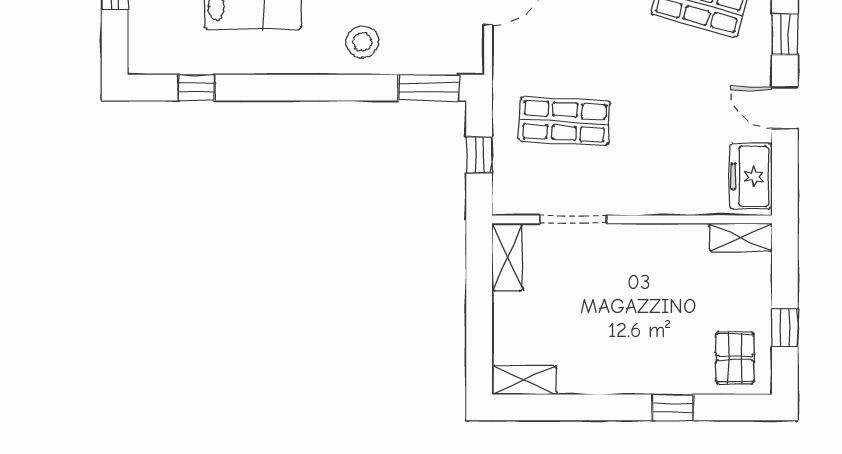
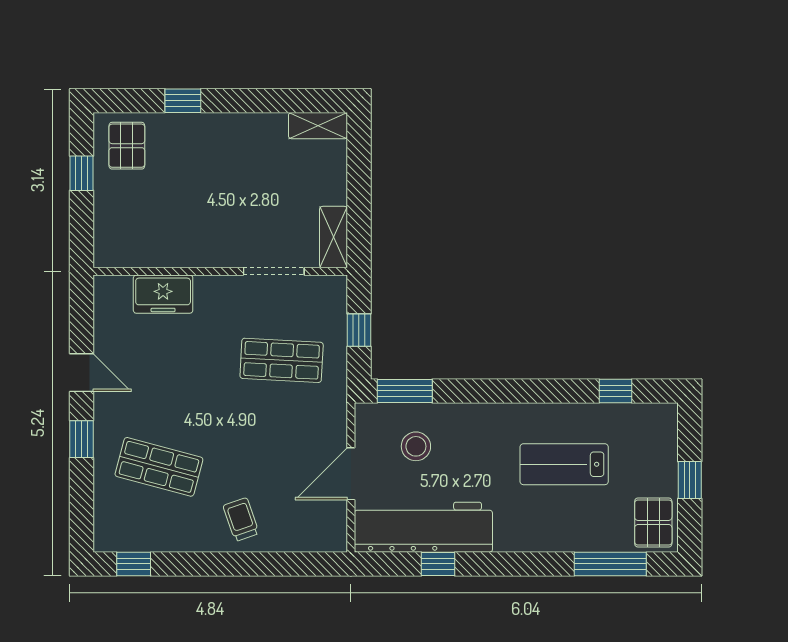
stool: (362, 42) -> (416, 446), moved
freezer: (751, 176) -> (163, 294), moved, turned 90
shelving: (741, 237) -> (122, 255), removed

